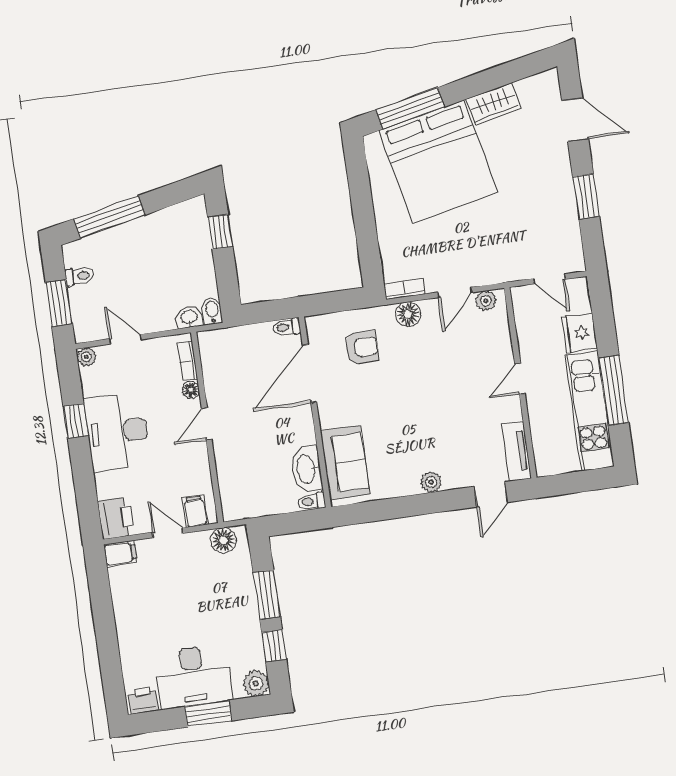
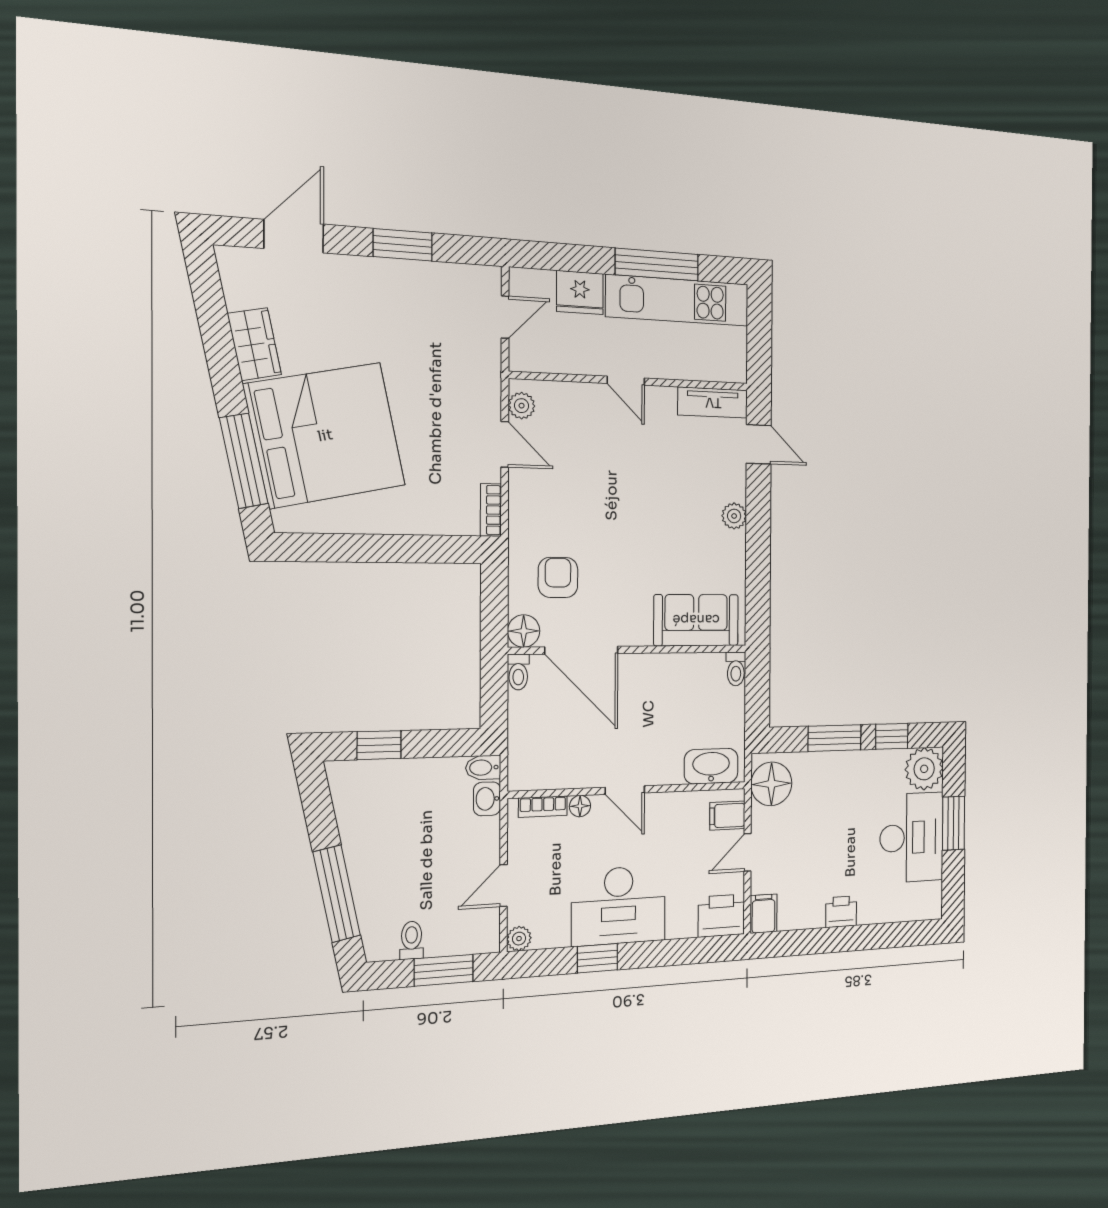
floor lamp: (408, 314) -> (524, 631), moved
washbasin: (307, 469) -> (711, 766), moved, turned 180
floor lamp: (223, 540) -> (771, 784), width x1.38, depth x1.38
plant: (256, 683) -> (924, 769), width x1.36, depth x1.36
printer: (143, 700) -> (841, 912), moved, turned 90

